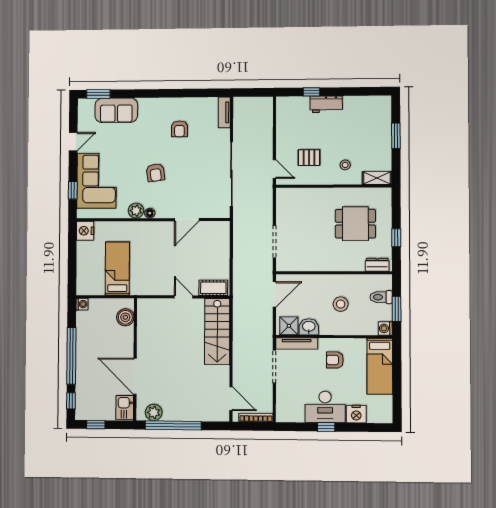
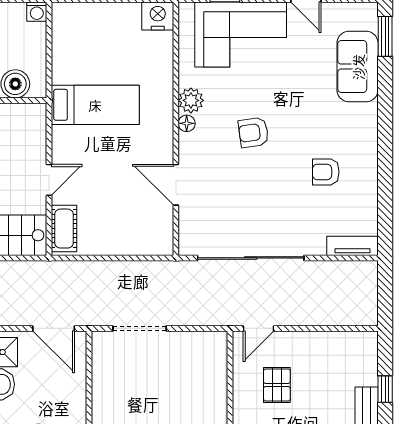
bed: (117, 269) -> (95, 105), moved

